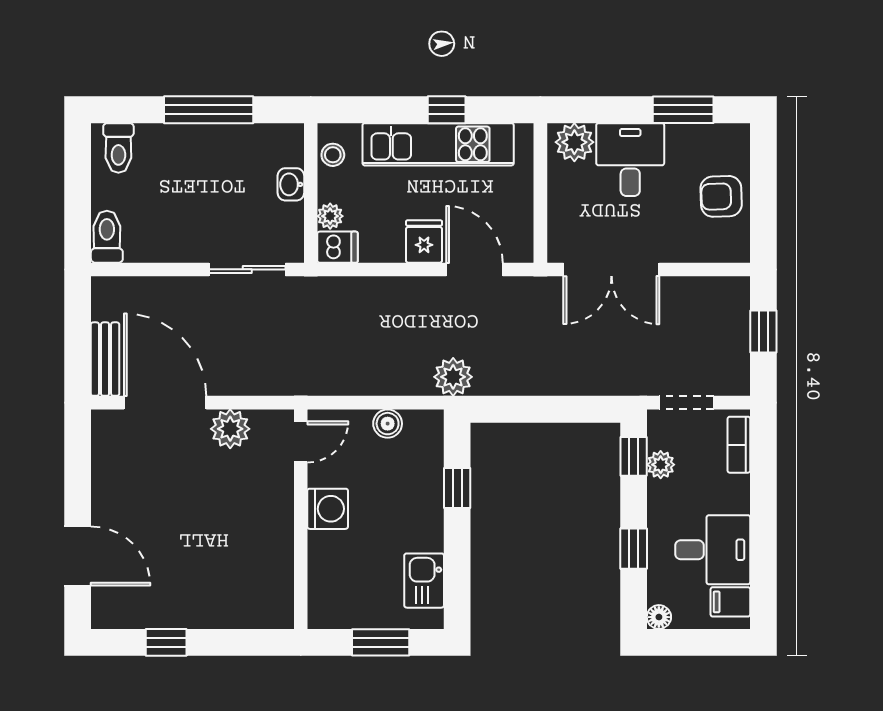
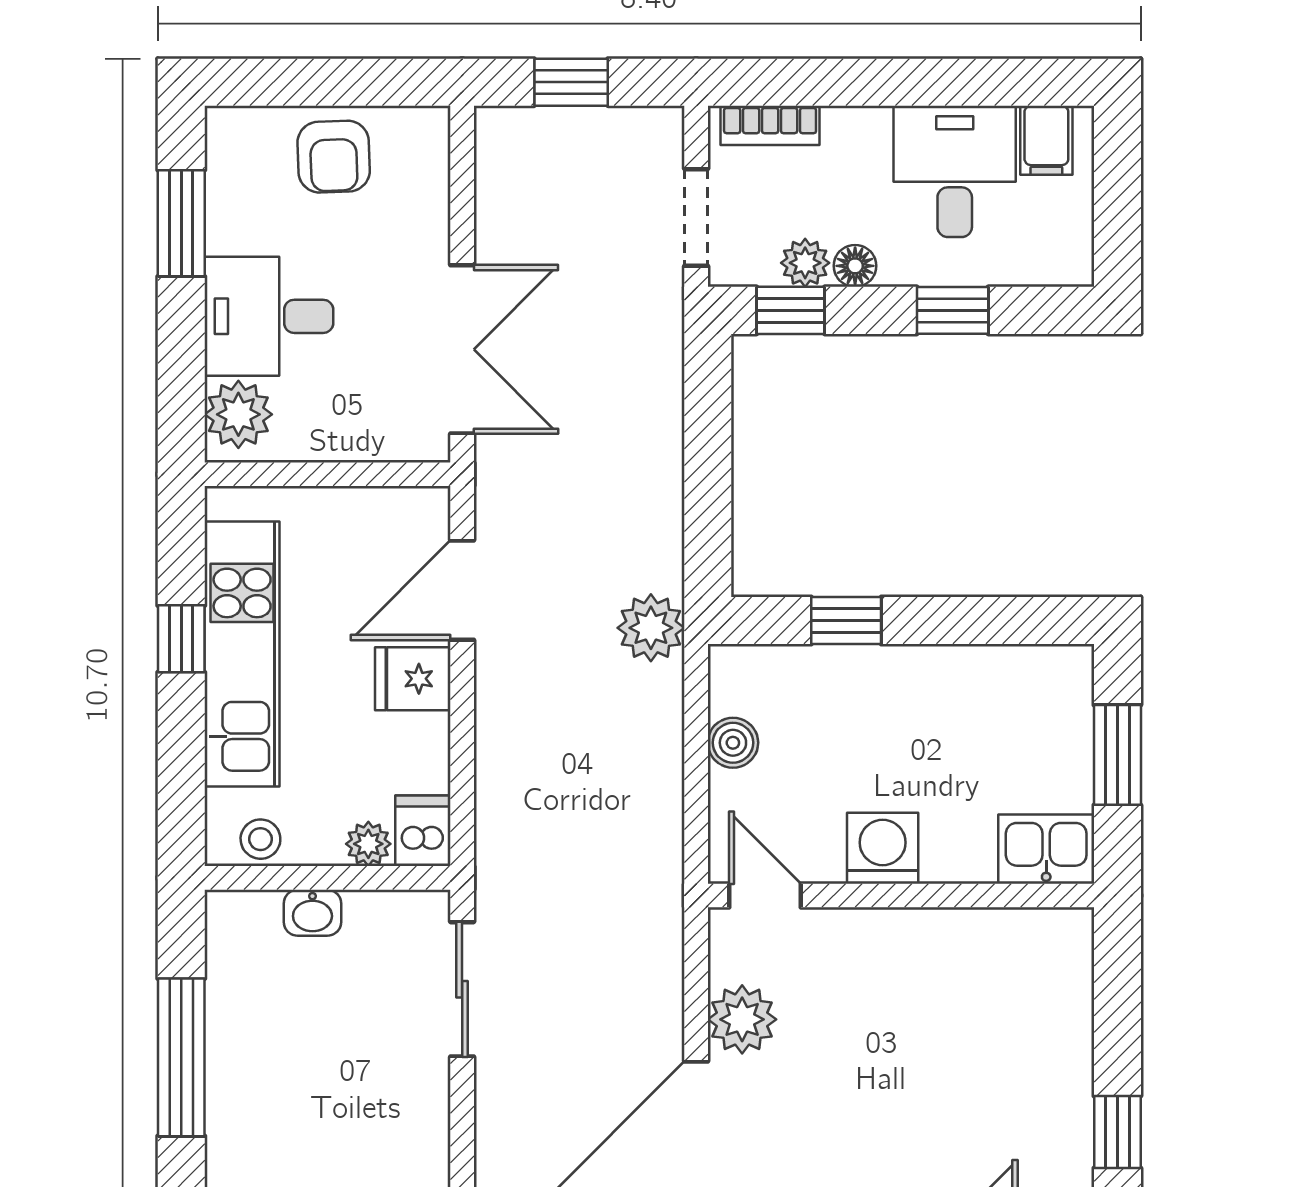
kitchen sink: (424, 581) -> (1046, 849), moved, turned 180
floor lamp: (659, 617) -> (855, 266), moved

